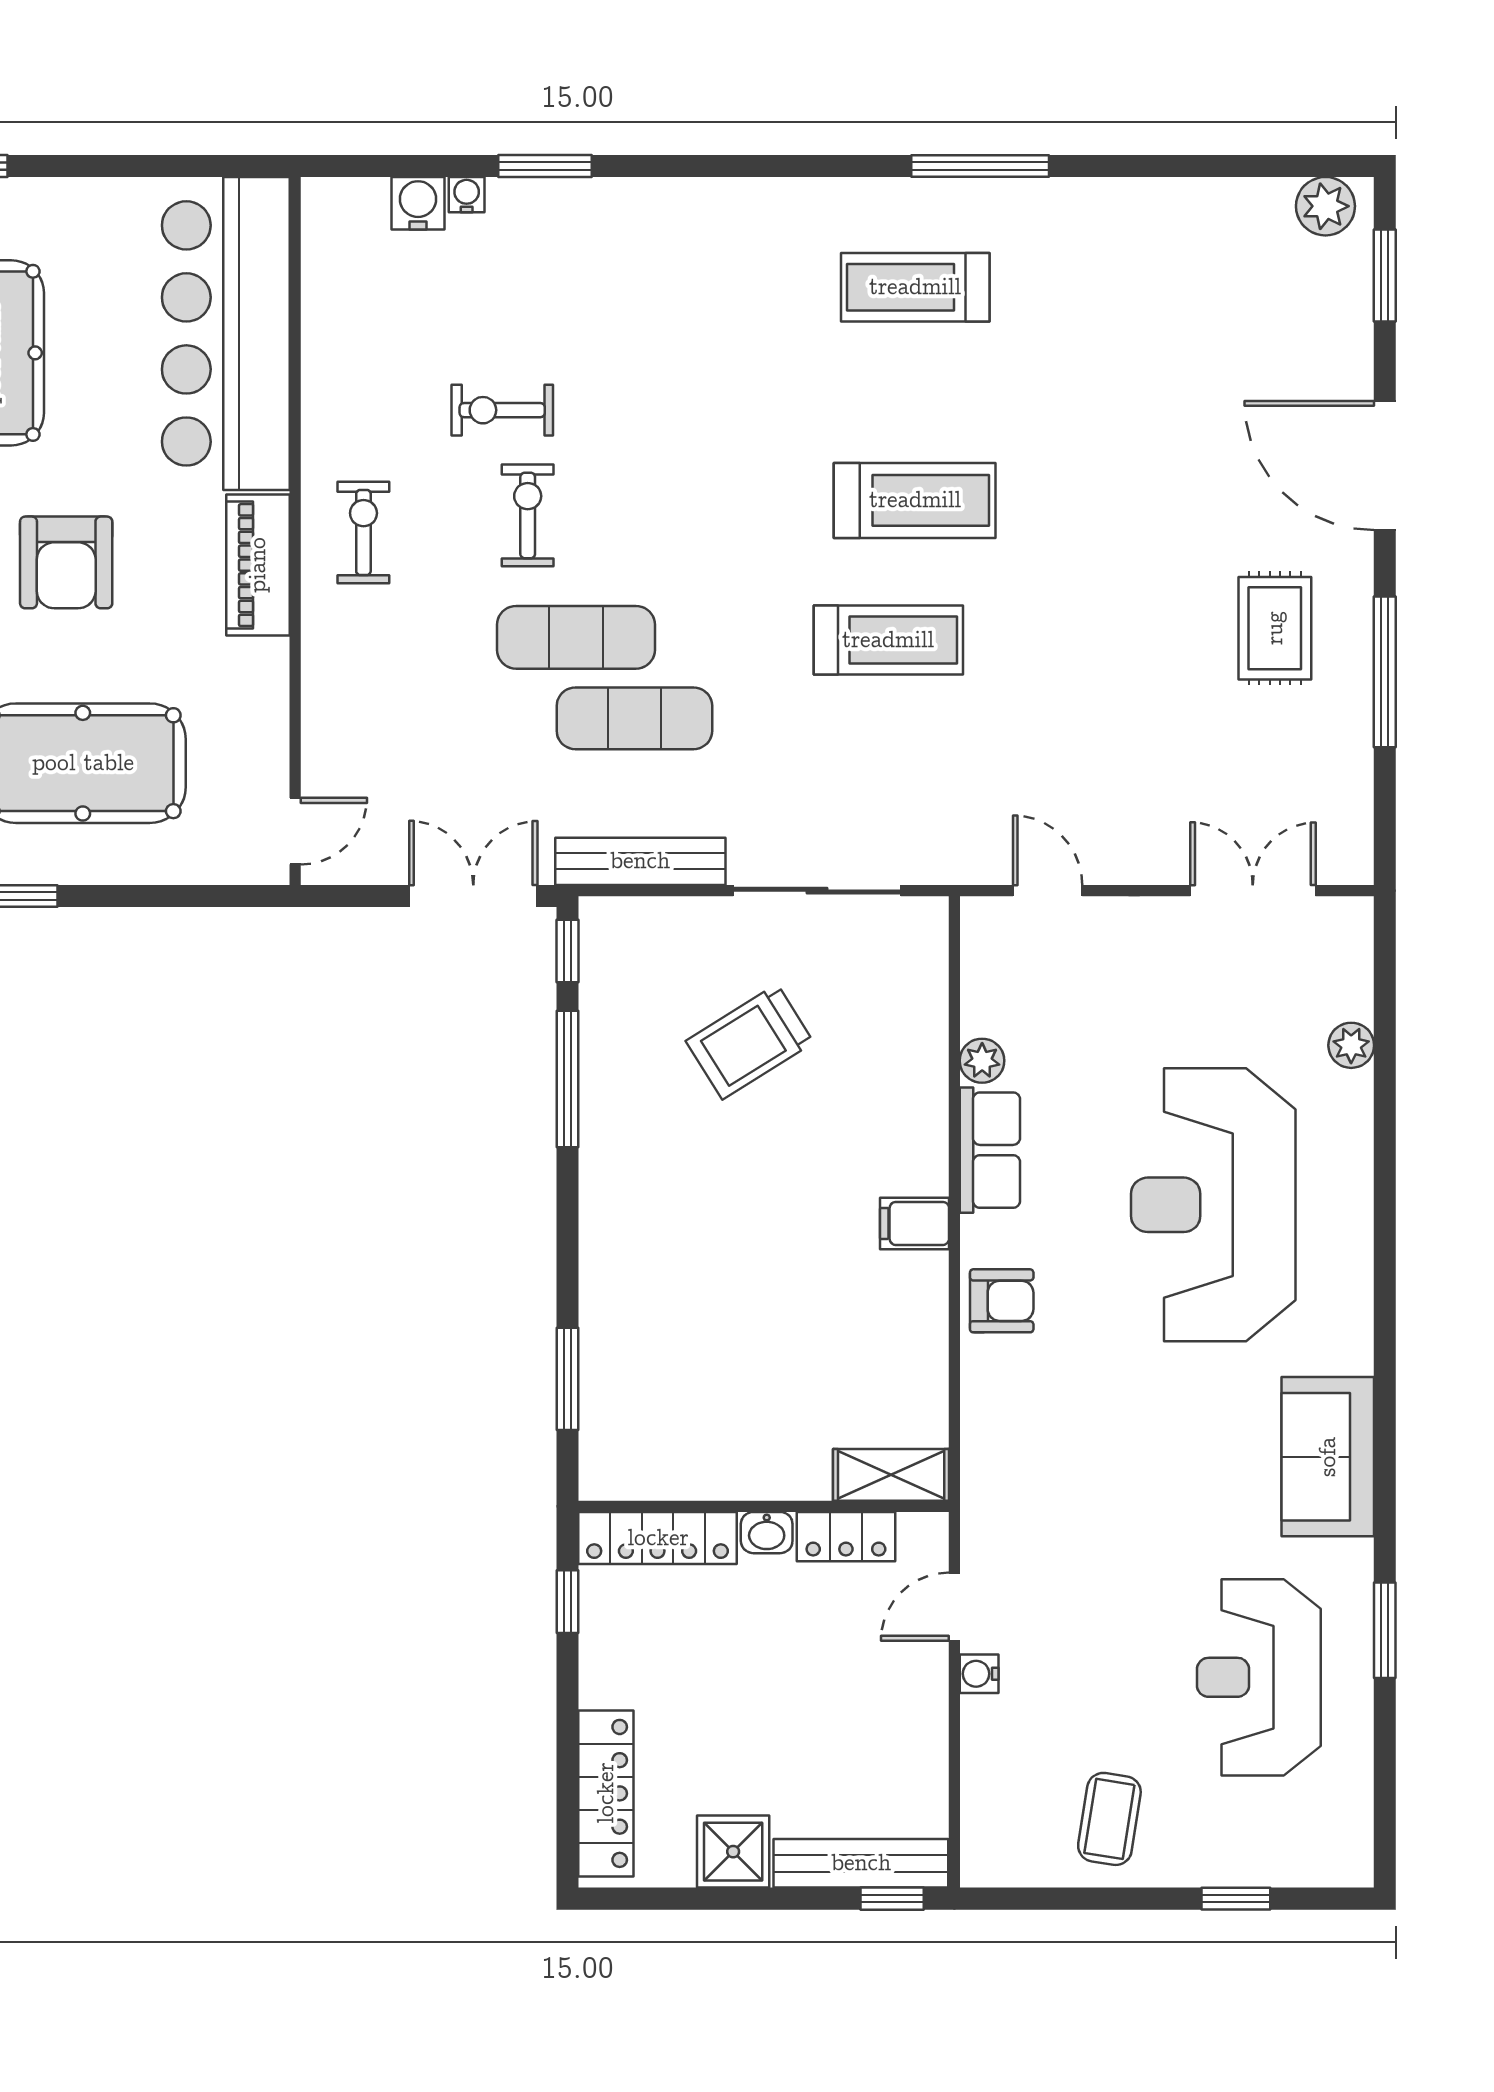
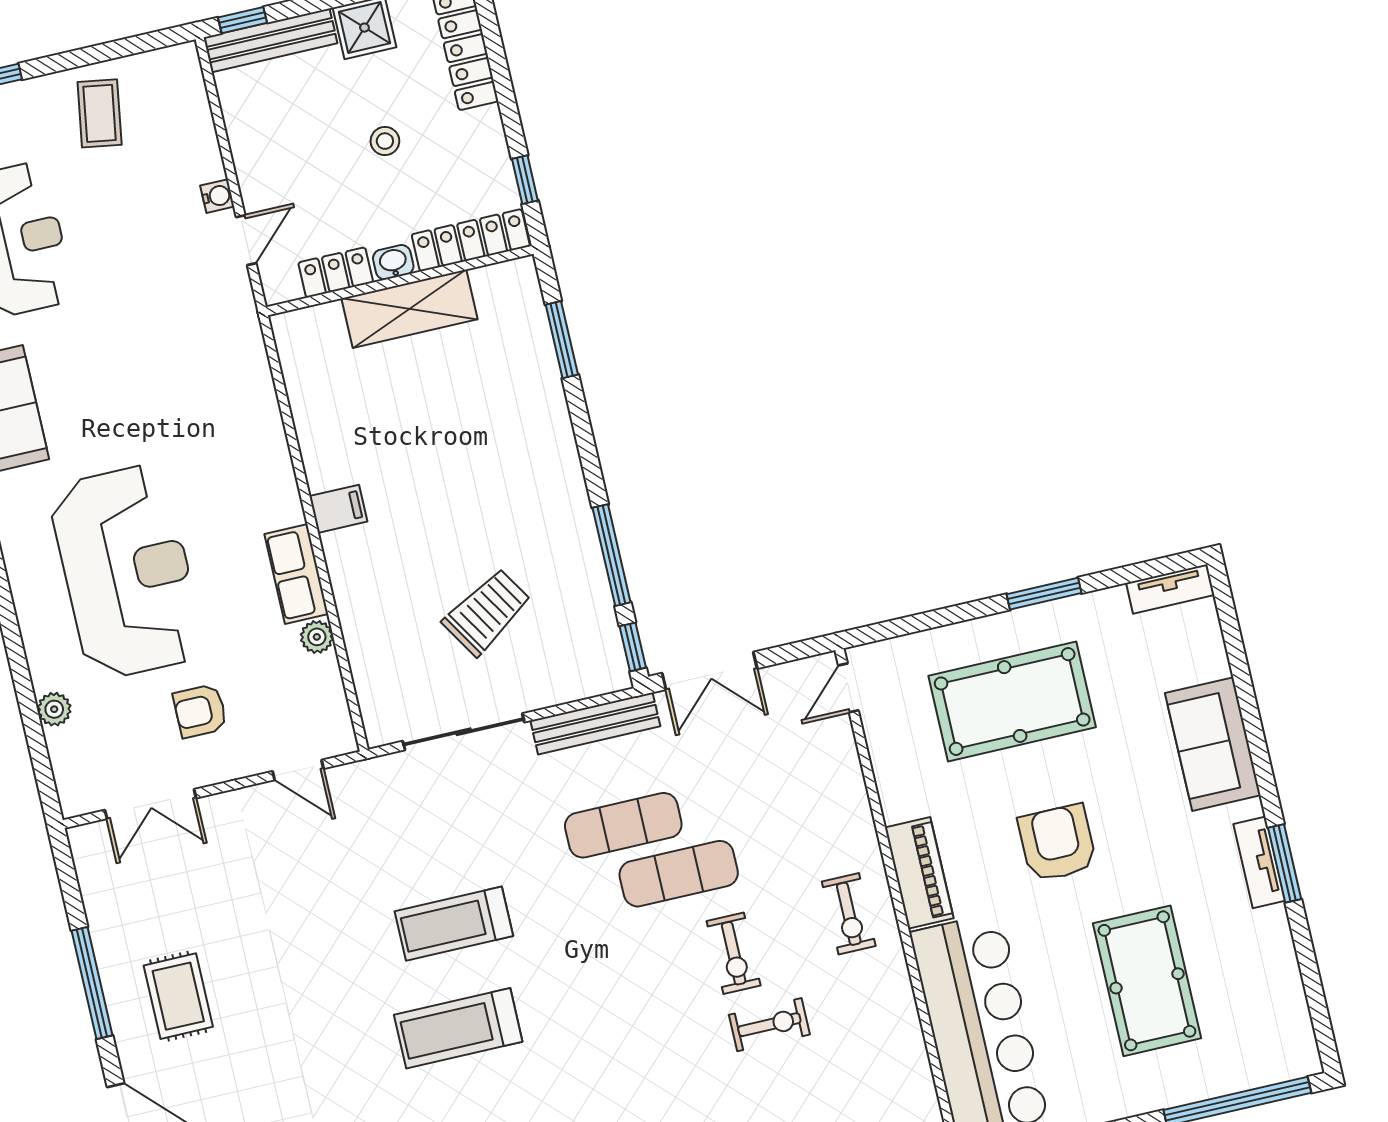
armchair: (1002, 1301) -> (200, 711), moved
shelving: (891, 1475) -> (410, 309), moved, width x1.50, depth x1.33
stool: (741, 1695) -> (385, 141), added

